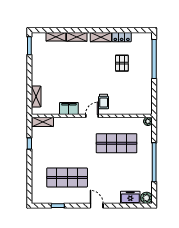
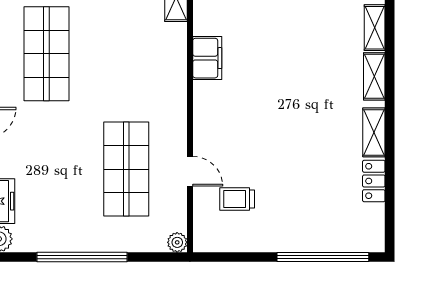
pallet: (122, 63) -> (313, 182), removed
trolley: (104, 101) -> (237, 199), moved
door: (92, 116) -> (190, 171), moved

